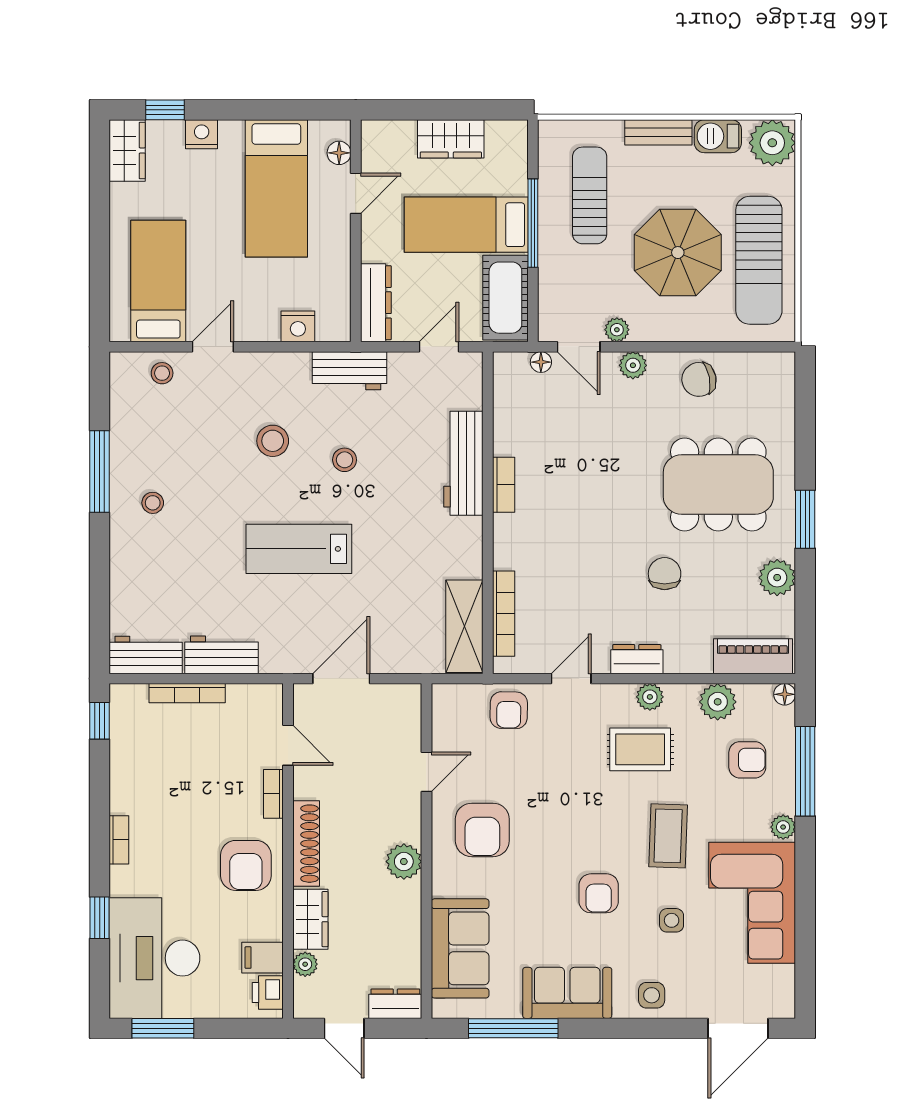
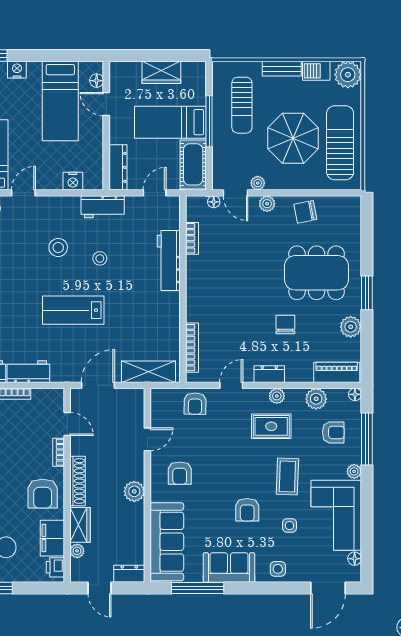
door: (356, 193) -> (106, 104), swing flipped
sun lounger: (590, 195) -> (242, 105), turned 180
sun lounger: (759, 260) -> (340, 143), turned 180
bookcase: (504, 485) -> (192, 238), moved
shelving: (464, 626) -> (148, 372), moved, turned 90
armchair: (482, 830) -> (180, 473), width x0.72, depth x0.72
sofa: (460, 948) -> (167, 542), width x1.36
filing cabinet: (263, 958) -> (52, 538), width x2.00
floor lamp: (784, 978) -> (355, 559), added

